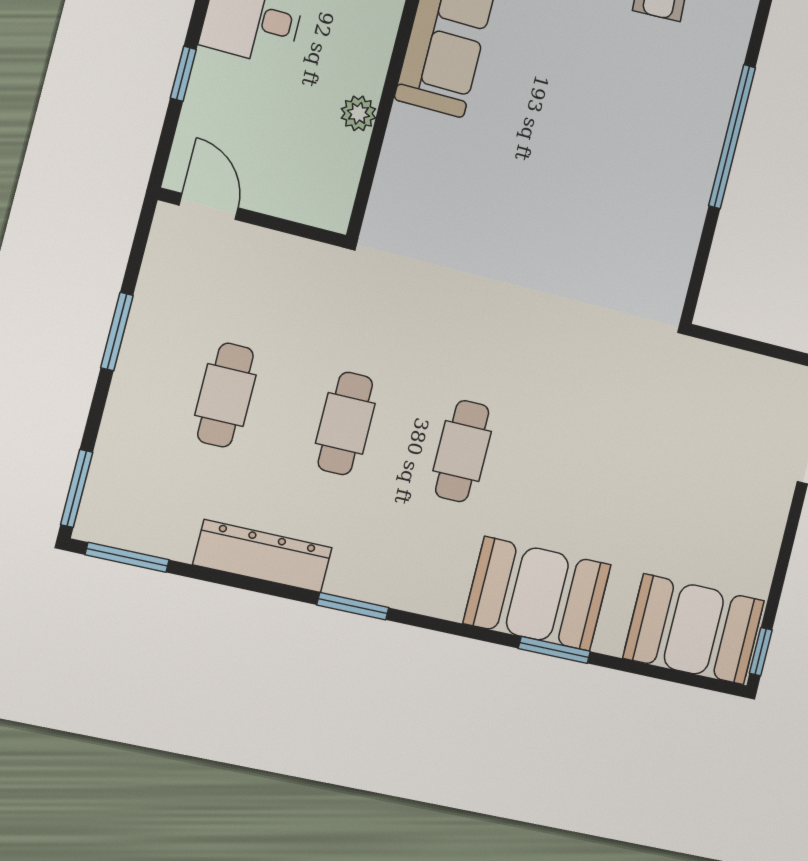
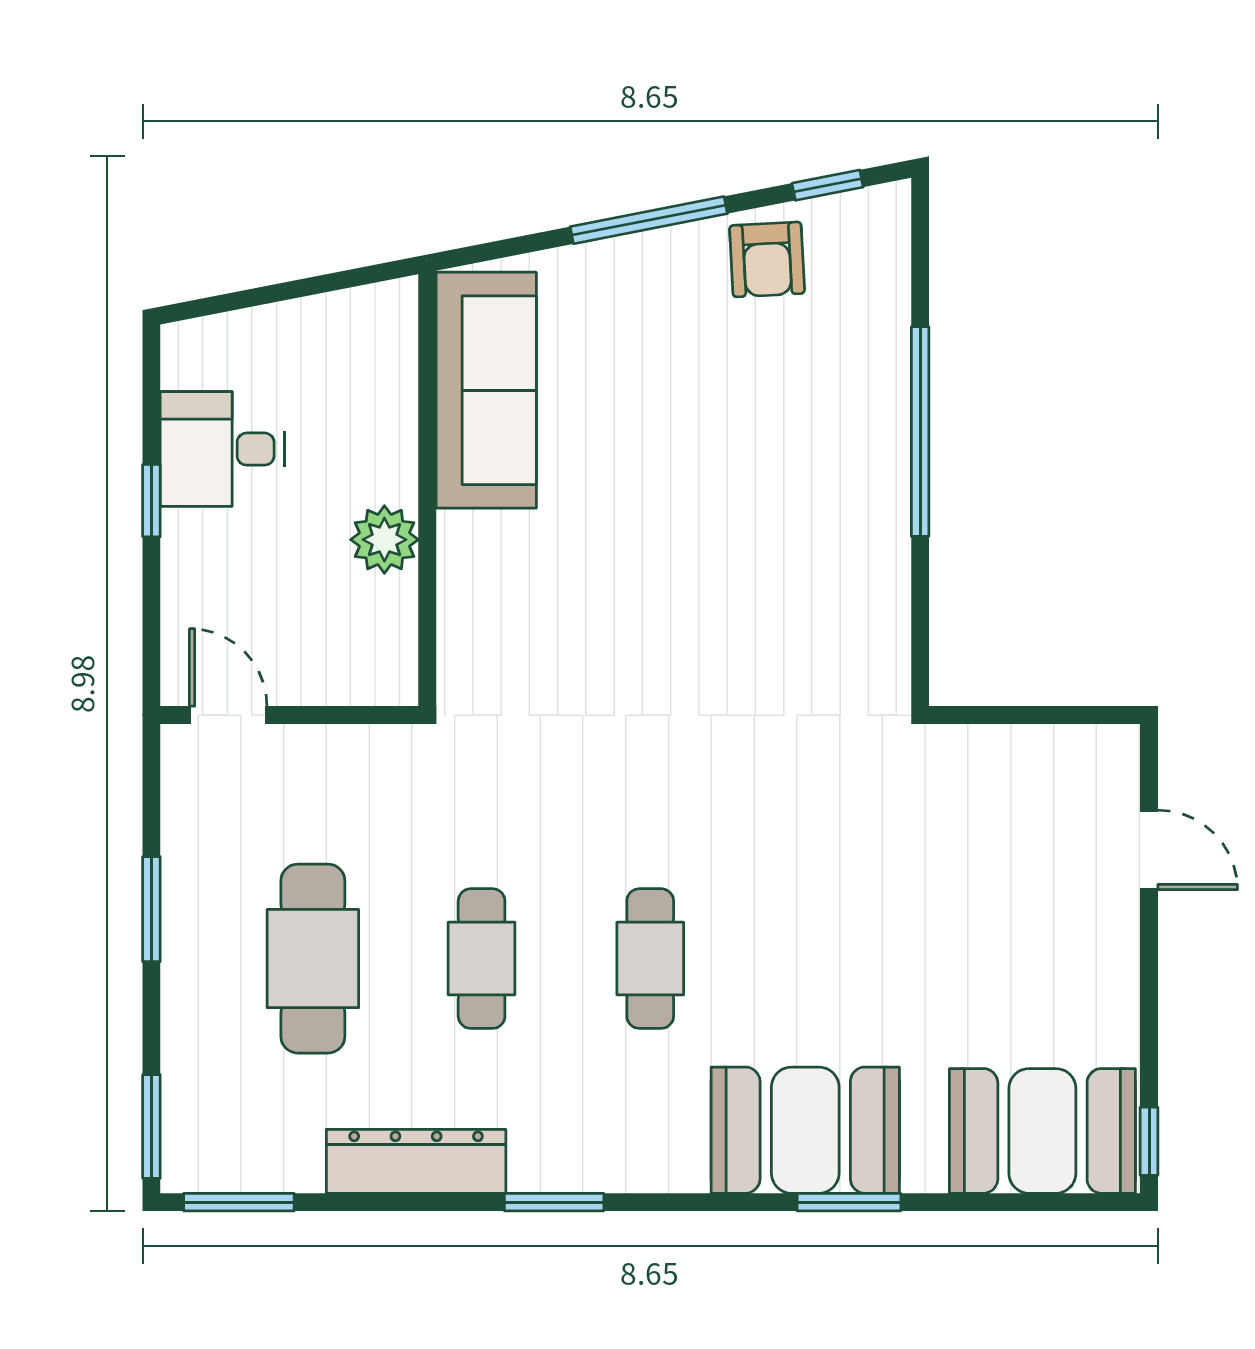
window: (183, 74) -> (151, 501), moved
plant: (358, 113) -> (384, 540), width x1.38, depth x1.38
cafe table: (225, 395) -> (313, 959), width x1.37, depth x1.35

